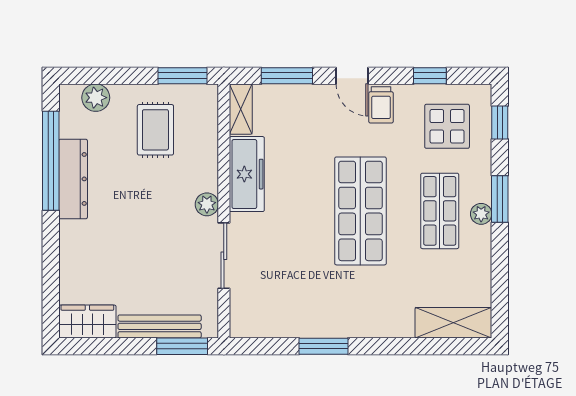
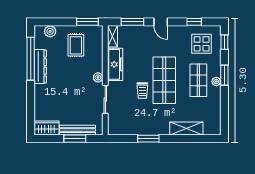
trolley: (381, 105) -> (142, 91), moved
shelving: (453, 323) -> (186, 128), moved
window: (182, 346) -> (75, 139), moved

